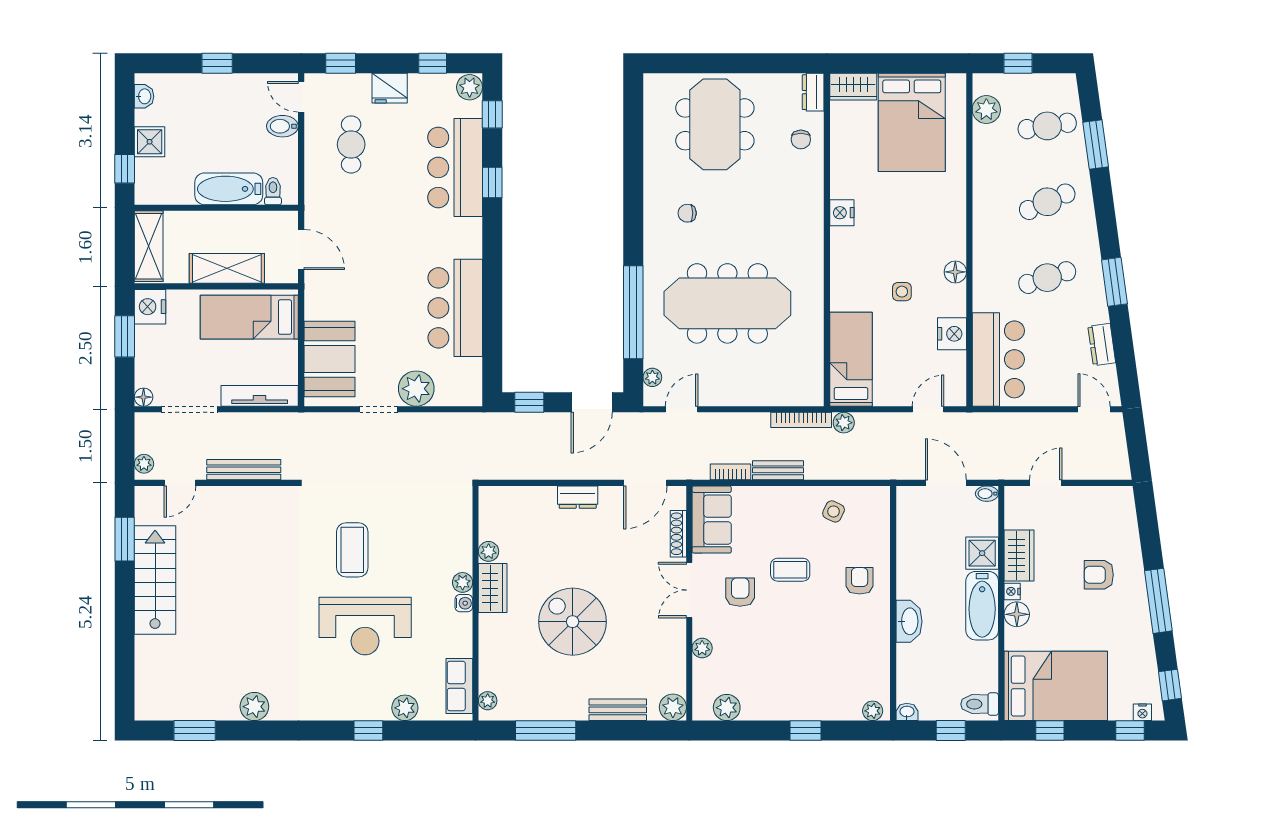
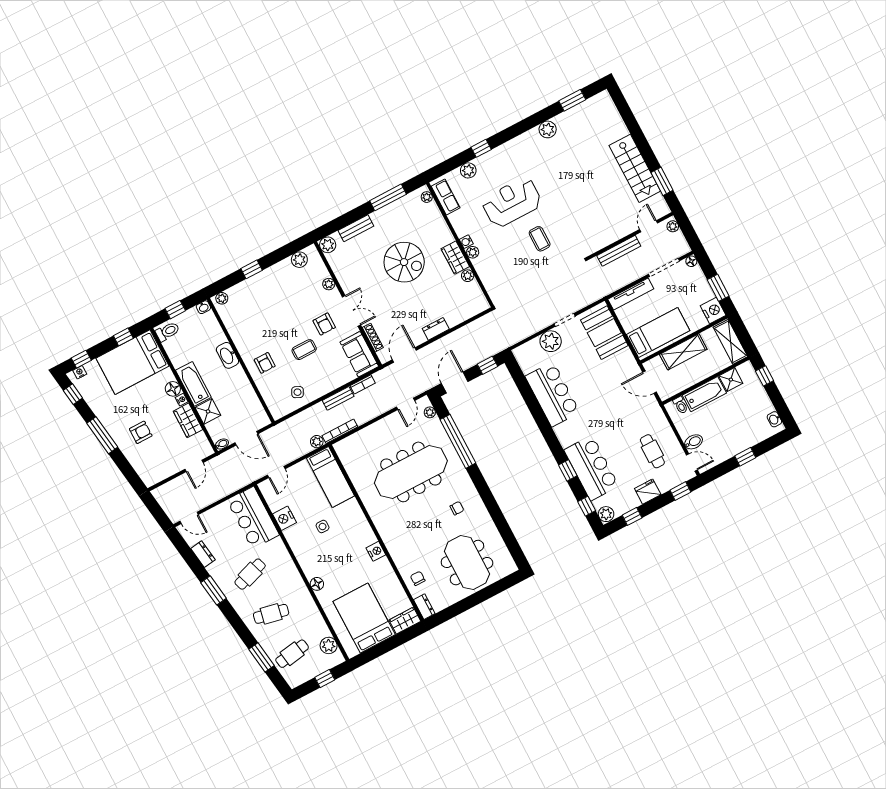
shower: (150, 142) -> (731, 380), moved
cafe table: (1047, 202) -> (271, 614), turned 36
floor lamp: (955, 272) -> (317, 584), moved
coffee table: (352, 550) -> (540, 239), width x0.73, depth x0.77

